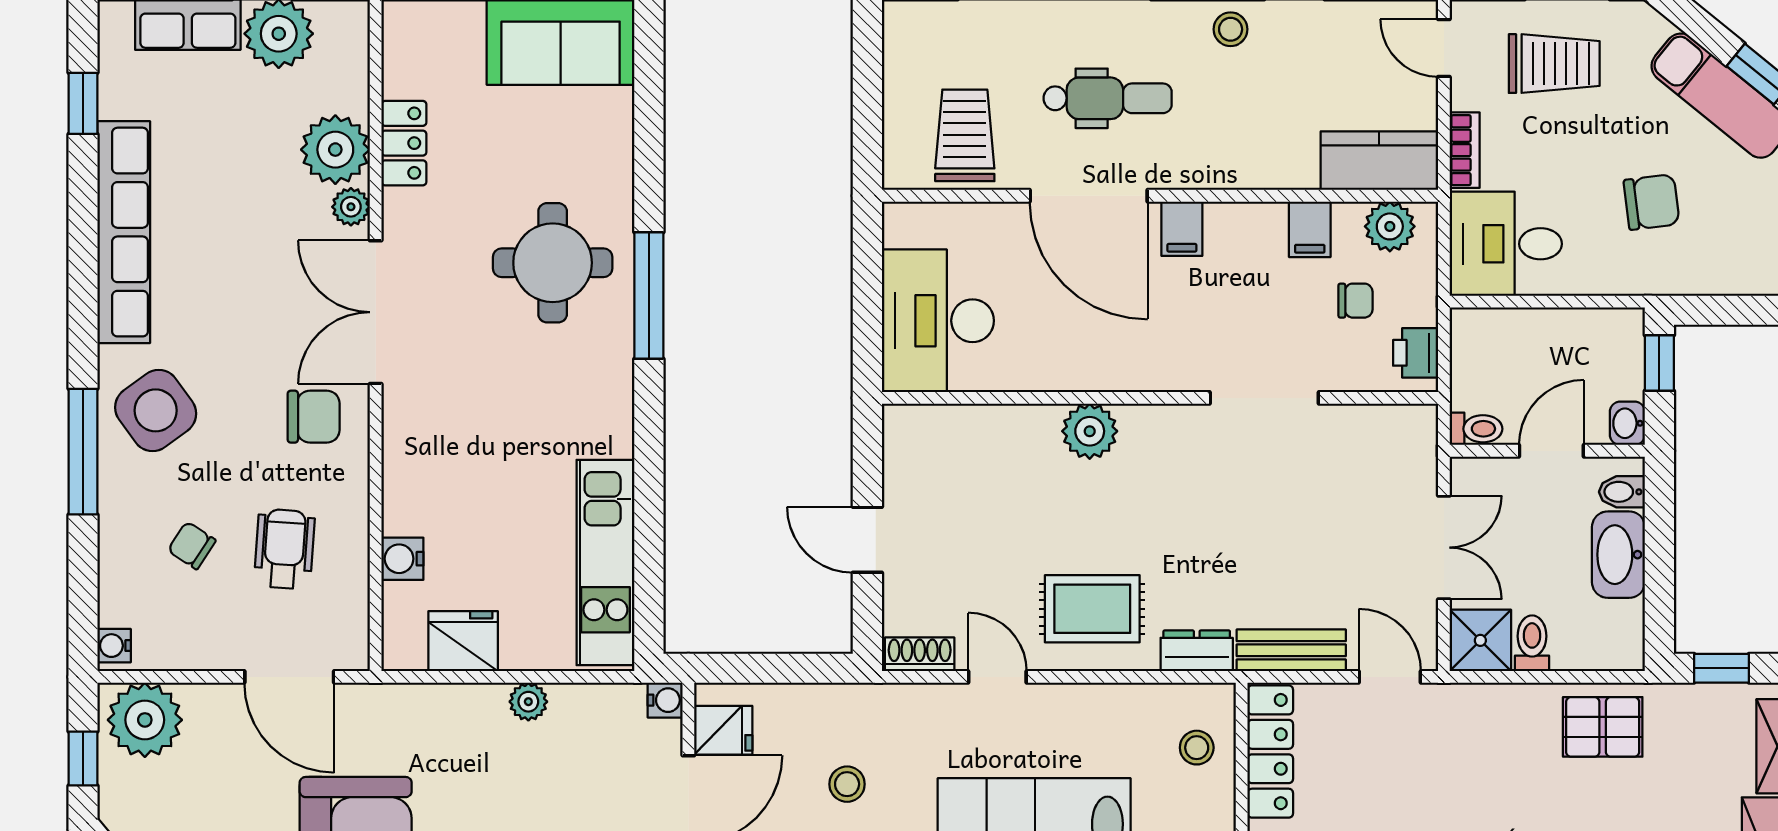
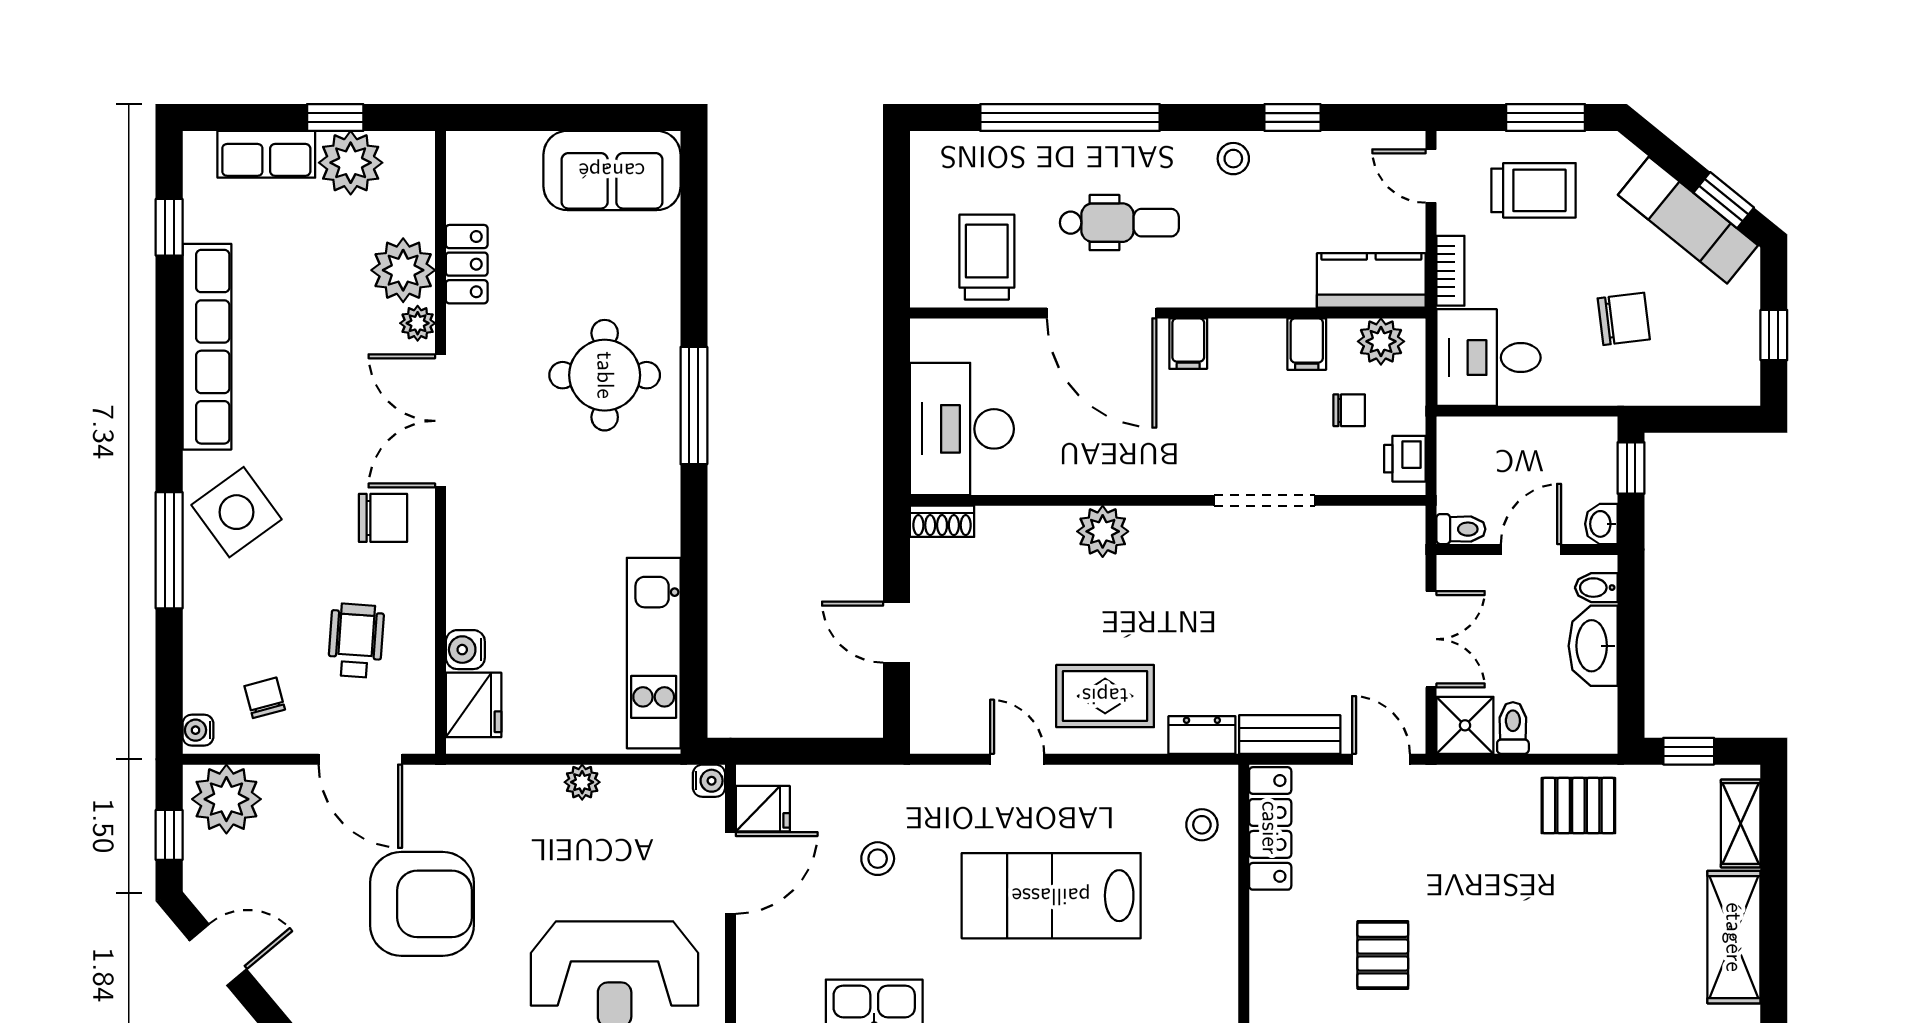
chair: (192, 545) -> (265, 698), moved, turned 42
fridge: (463, 641) -> (474, 705), moved, turned 90
shoe rack: (920, 654) -> (942, 521), moved, turned 180

